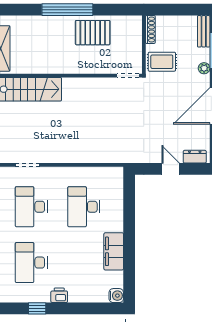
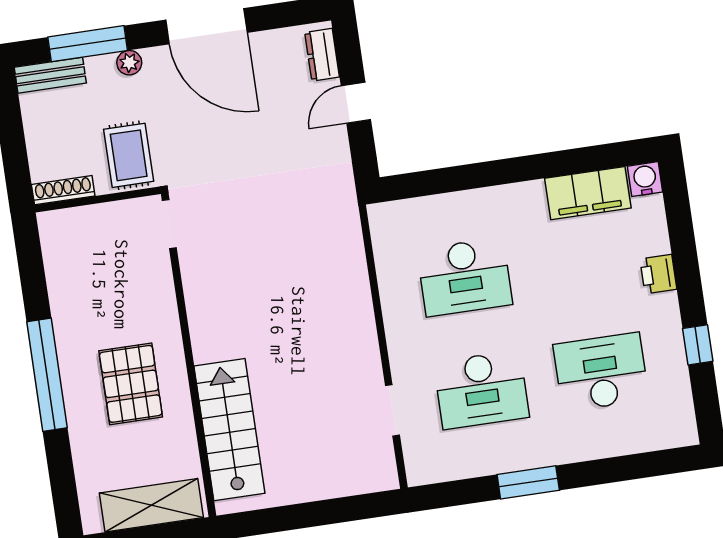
pallet: (93, 33) -> (131, 384), moved
filing cabinet: (114, 251) -> (588, 193), moved
desk: (31, 263) -> (601, 372), turned 180
printer: (59, 295) -> (658, 274), moved

